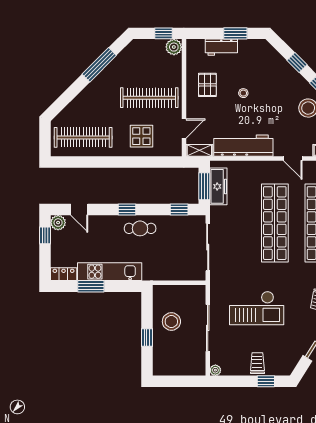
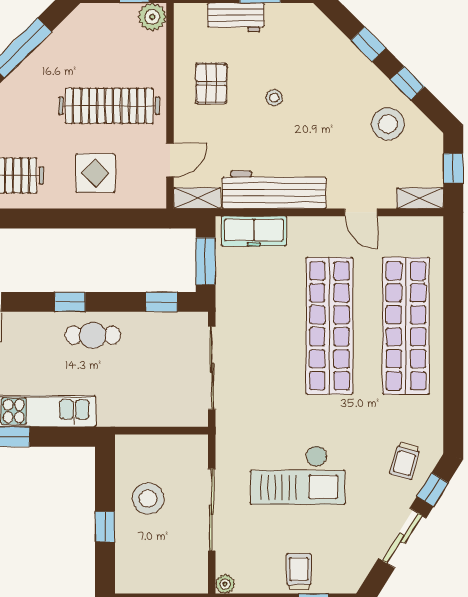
freezer: (218, 186) -> (254, 231), moved, turned 90

